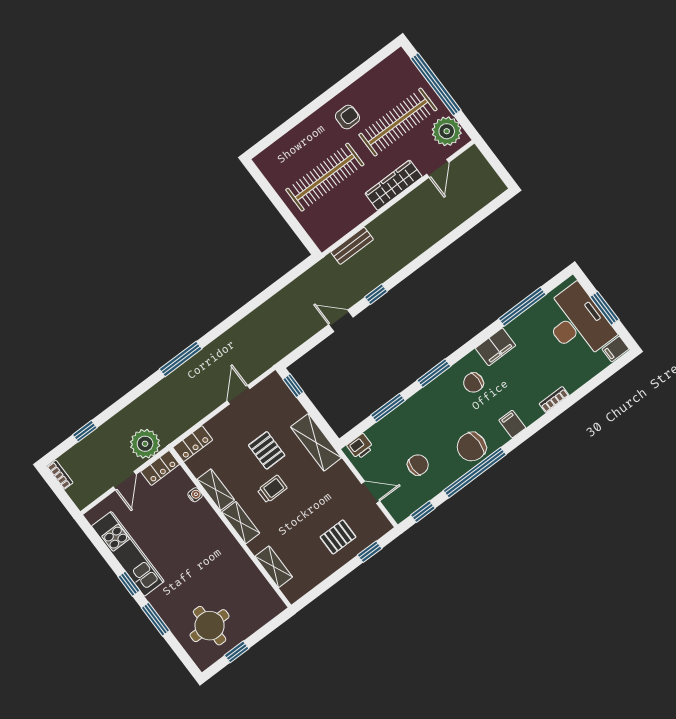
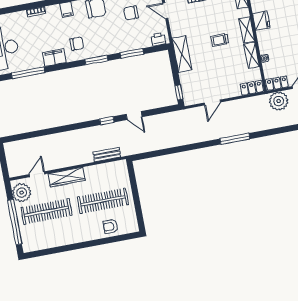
armchair: (348, 117) -> (111, 226), moved
pallet: (267, 450) -> (212, 63), removed
fridge: (227, 546) -> (261, 21), added

